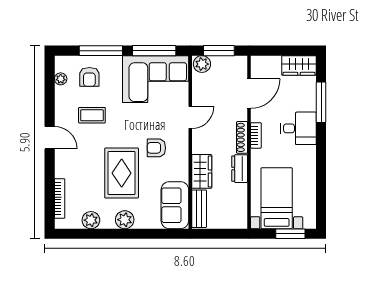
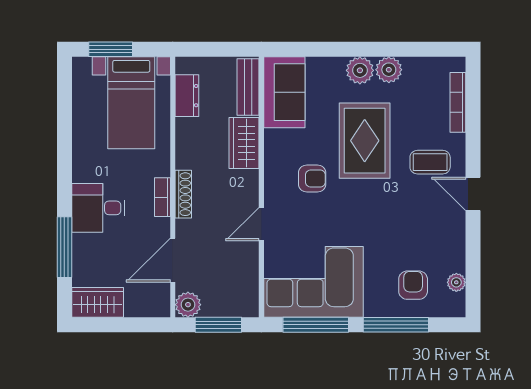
plant: (202, 64) -> (188, 305), moved
coffee table: (92, 115) -> (430, 162), moved
dresser: (240, 169) -> (187, 96), moved
plant: (91, 220) -> (389, 70), moved

